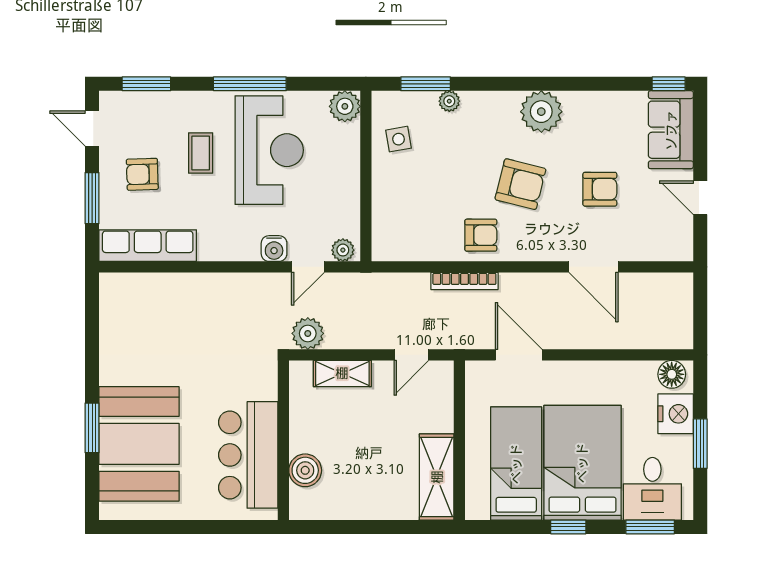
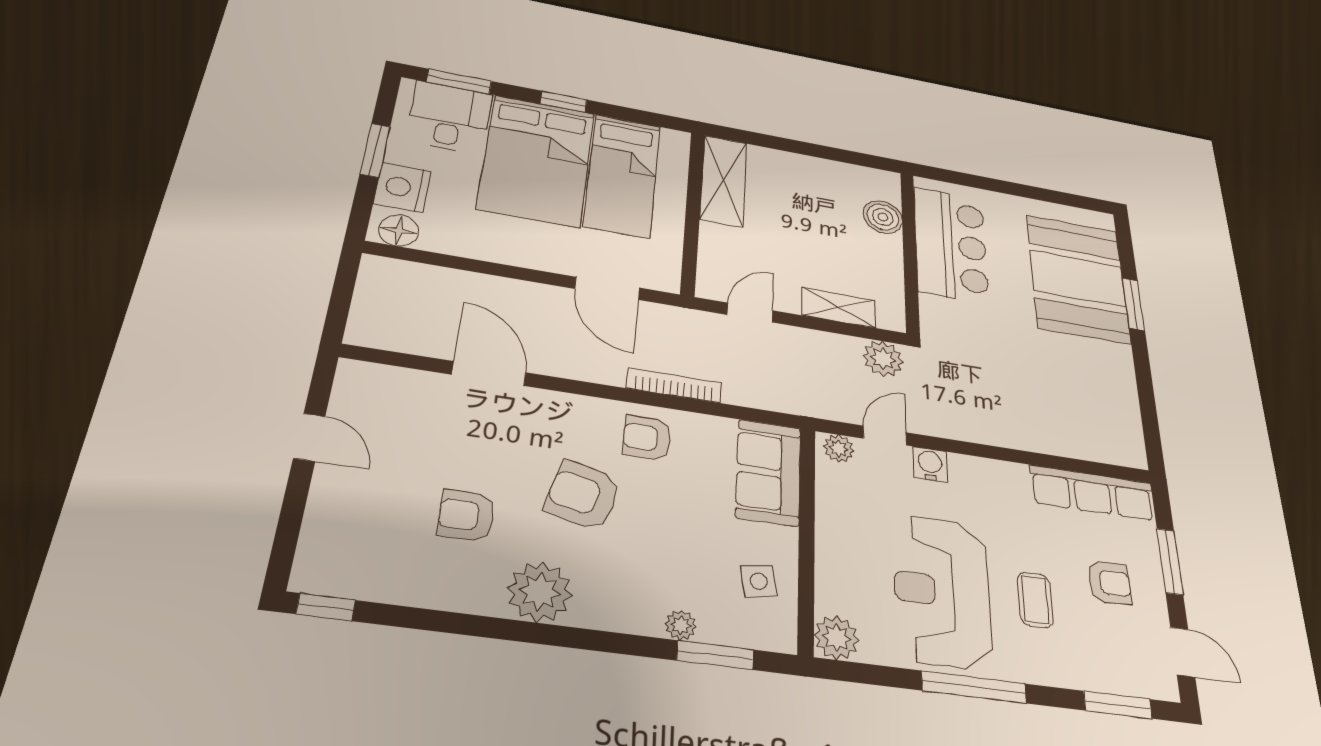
sofa: (671, 130) -> (768, 472), moved, turned 180
armchair: (600, 189) -> (466, 515), moved

